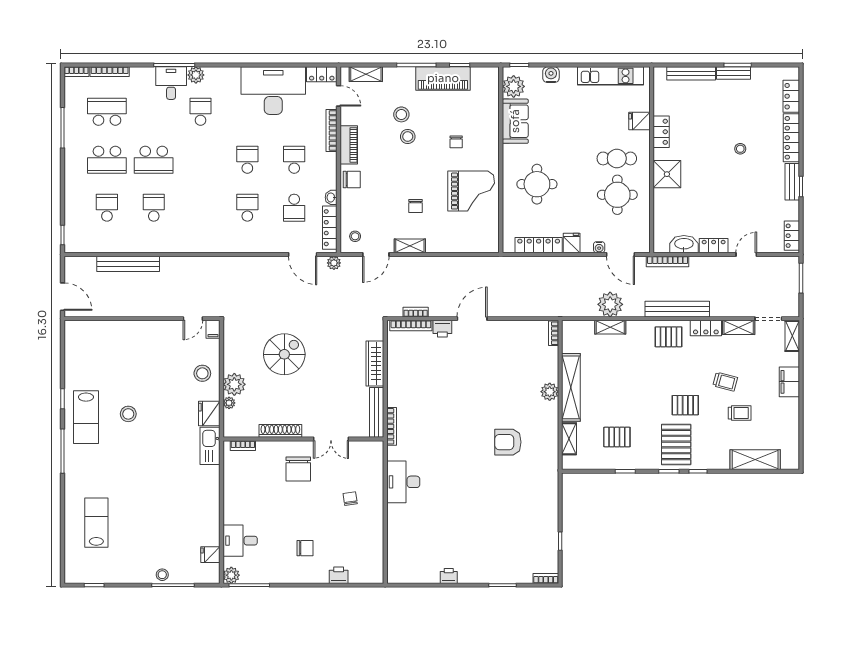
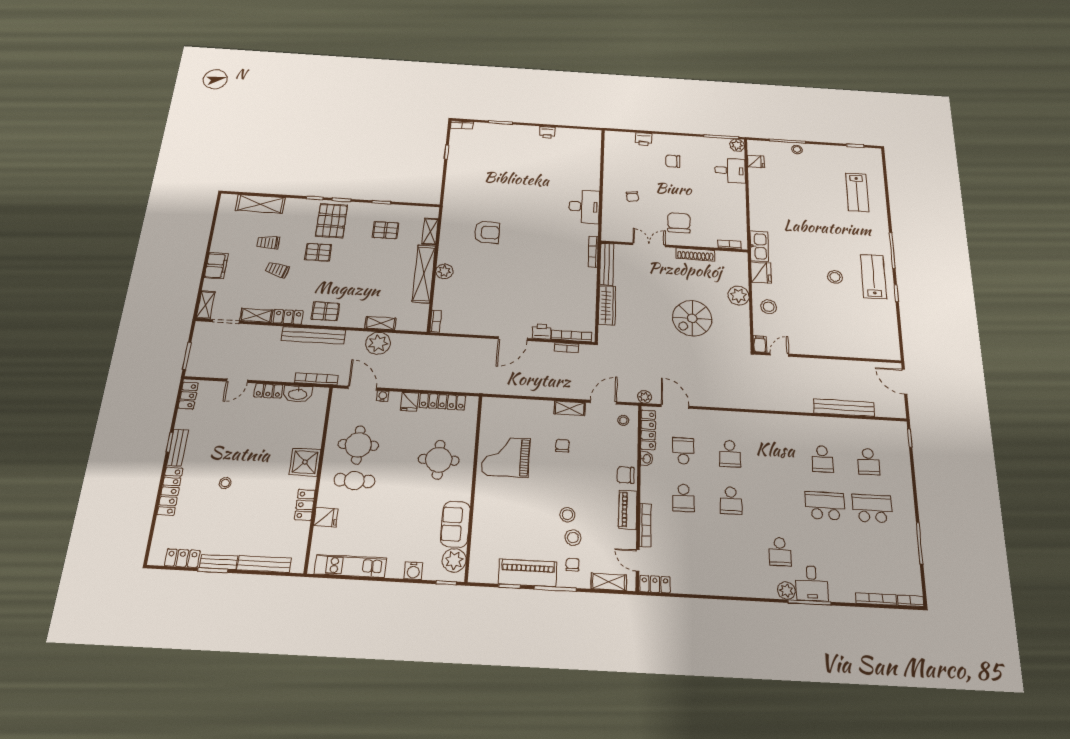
desk: (273, 91) -> (706, 570), removed
locker: (791, 96) -> (182, 558), moved, turned -90
school desk: (107, 112) -> (876, 557), removed
chair: (456, 142) -> (573, 565), moved
plant: (229, 403) -> (743, 280), removed

